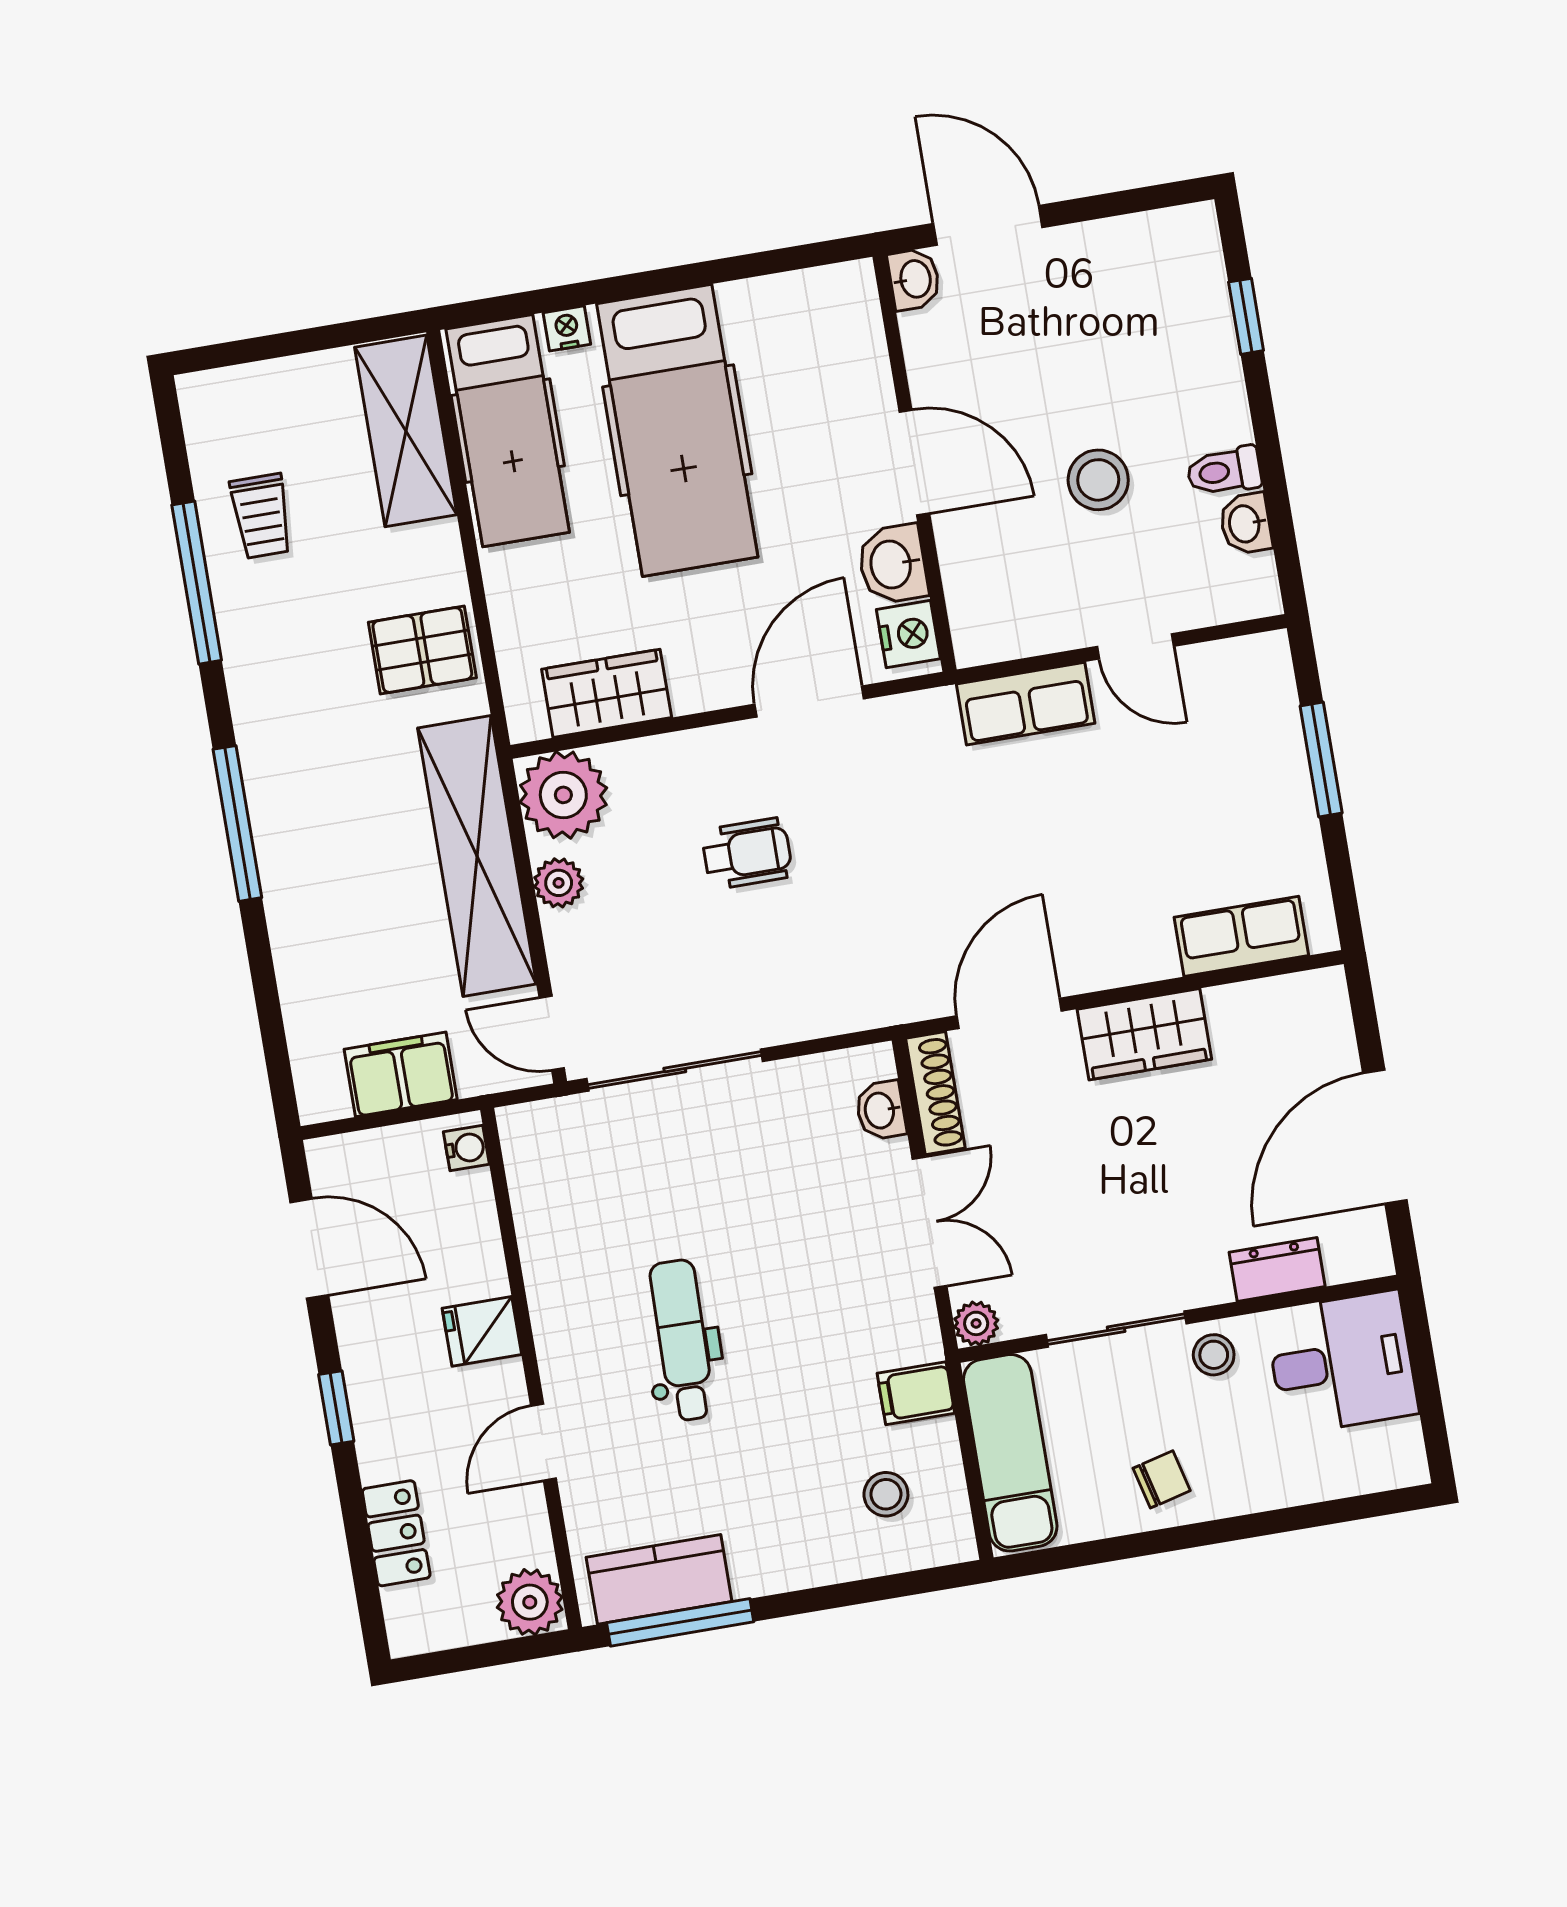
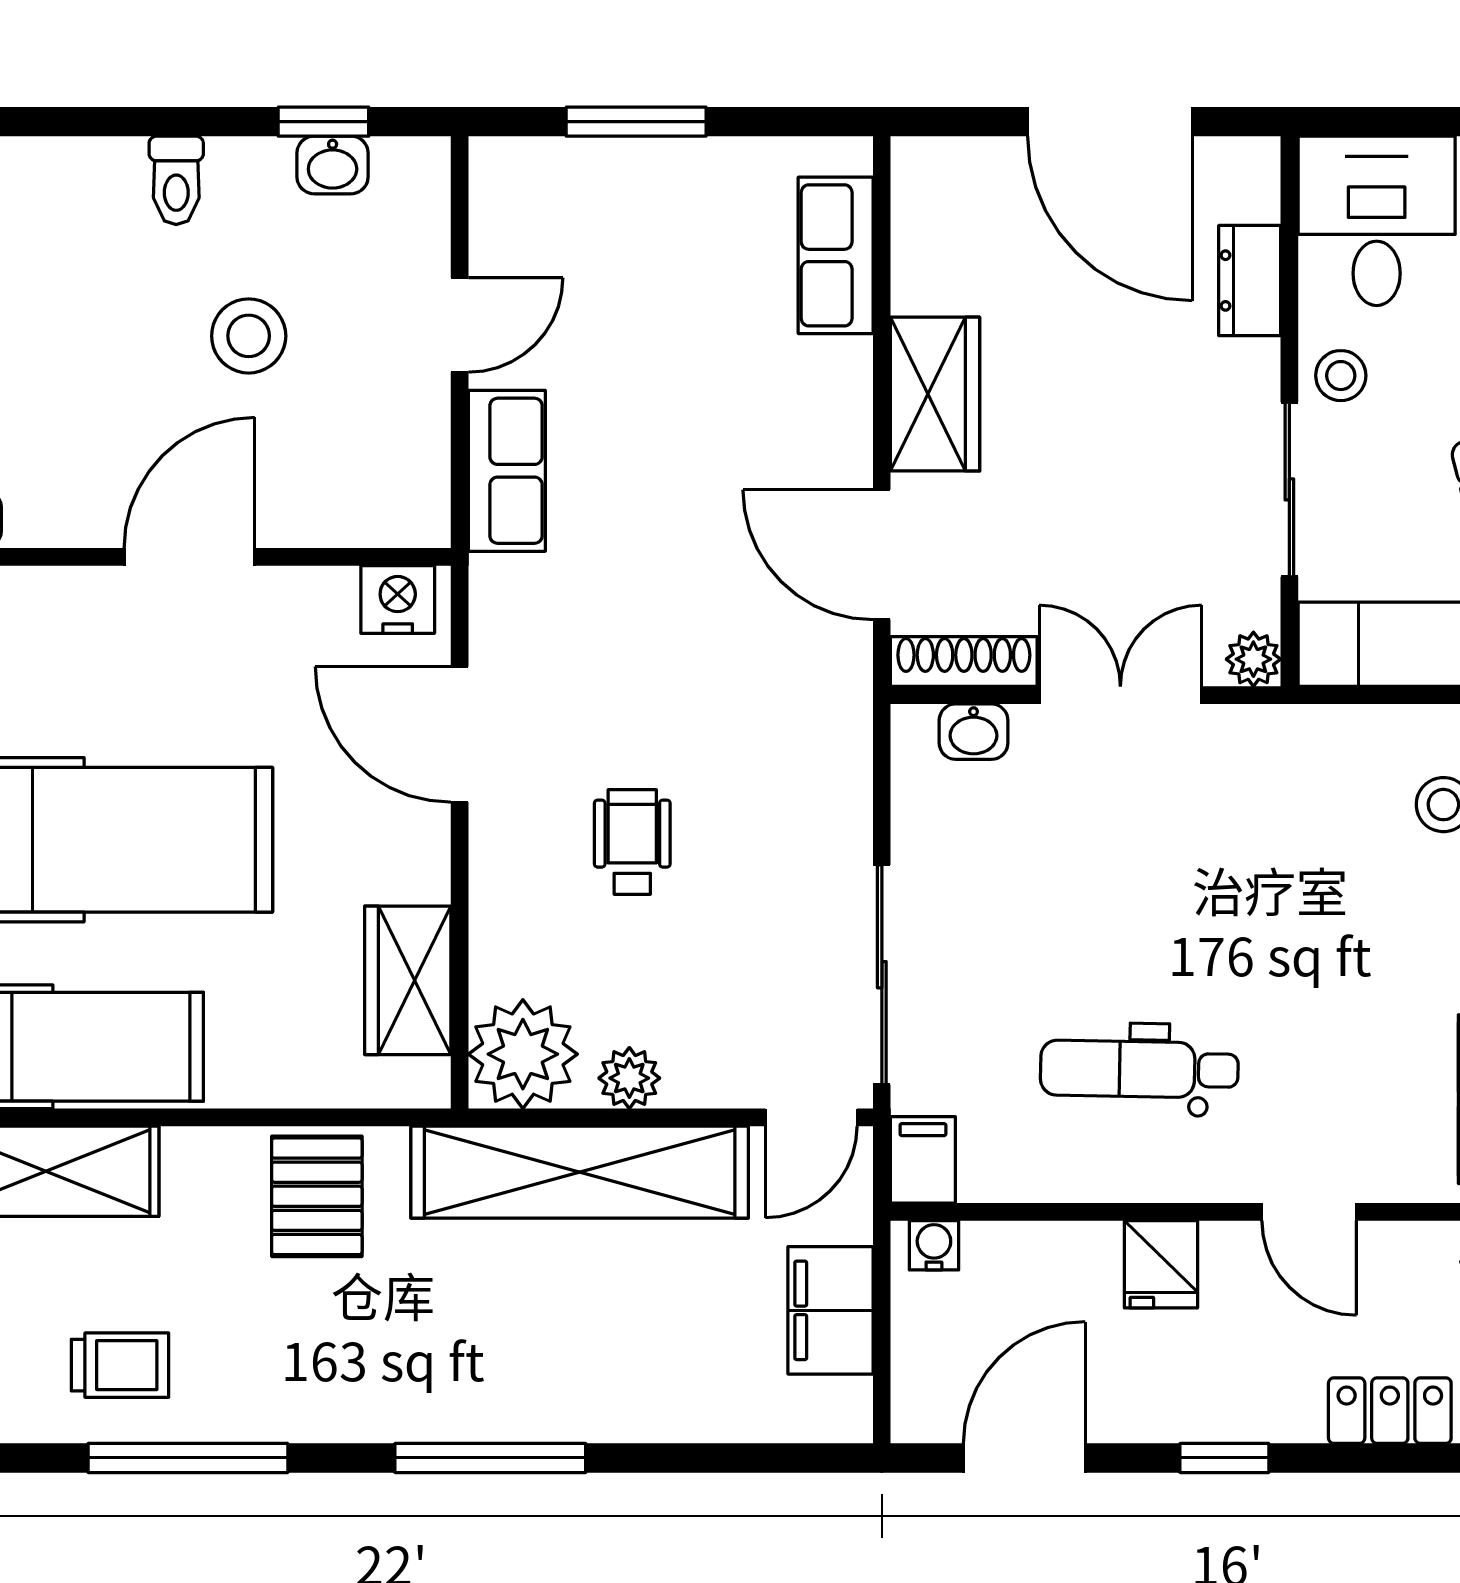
window: (1246, 316) -> (323, 122), moved
toilet: (1224, 471) -> (176, 180), moved
washbasin: (892, 564) -> (309, 604), removed
dental chair: (682, 1340) -> (1139, 1069), moved
filing cabinet: (916, 1393) -> (923, 1160), moved, turned 180

